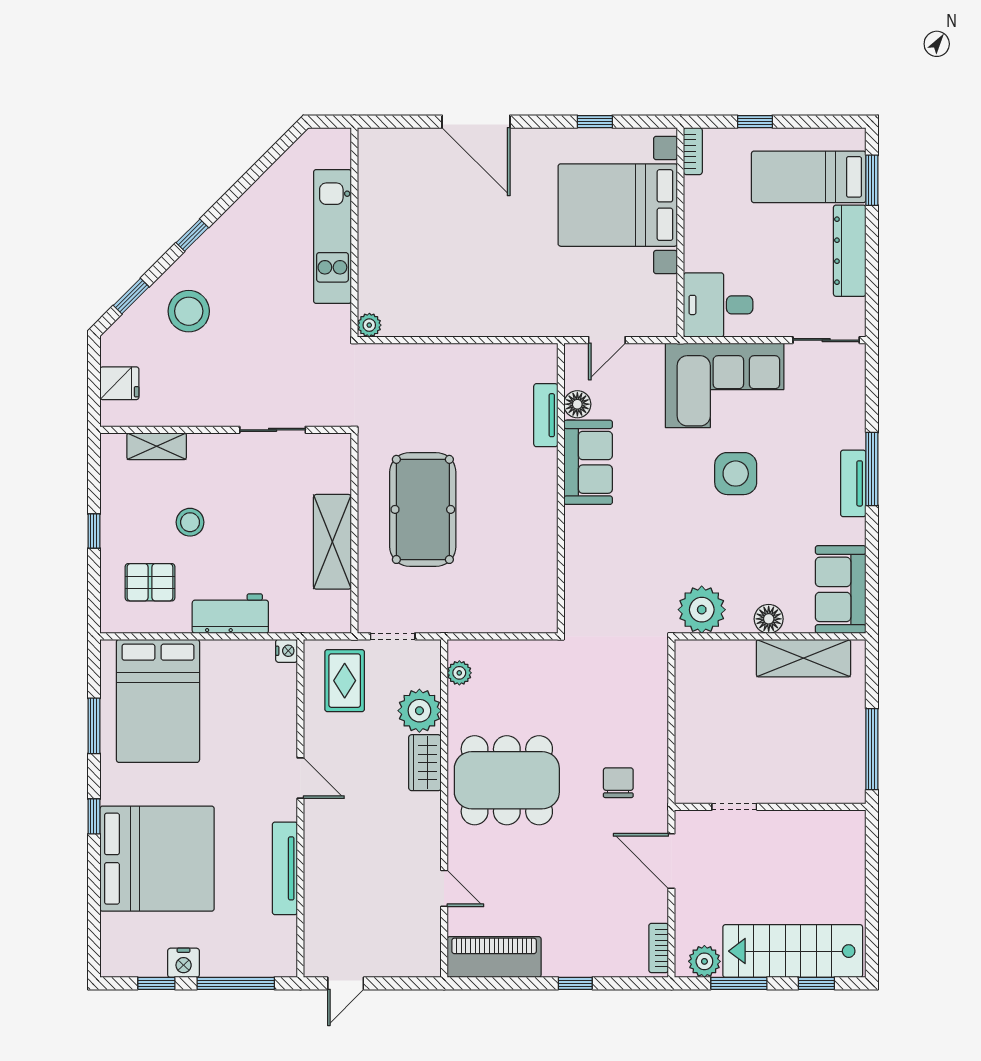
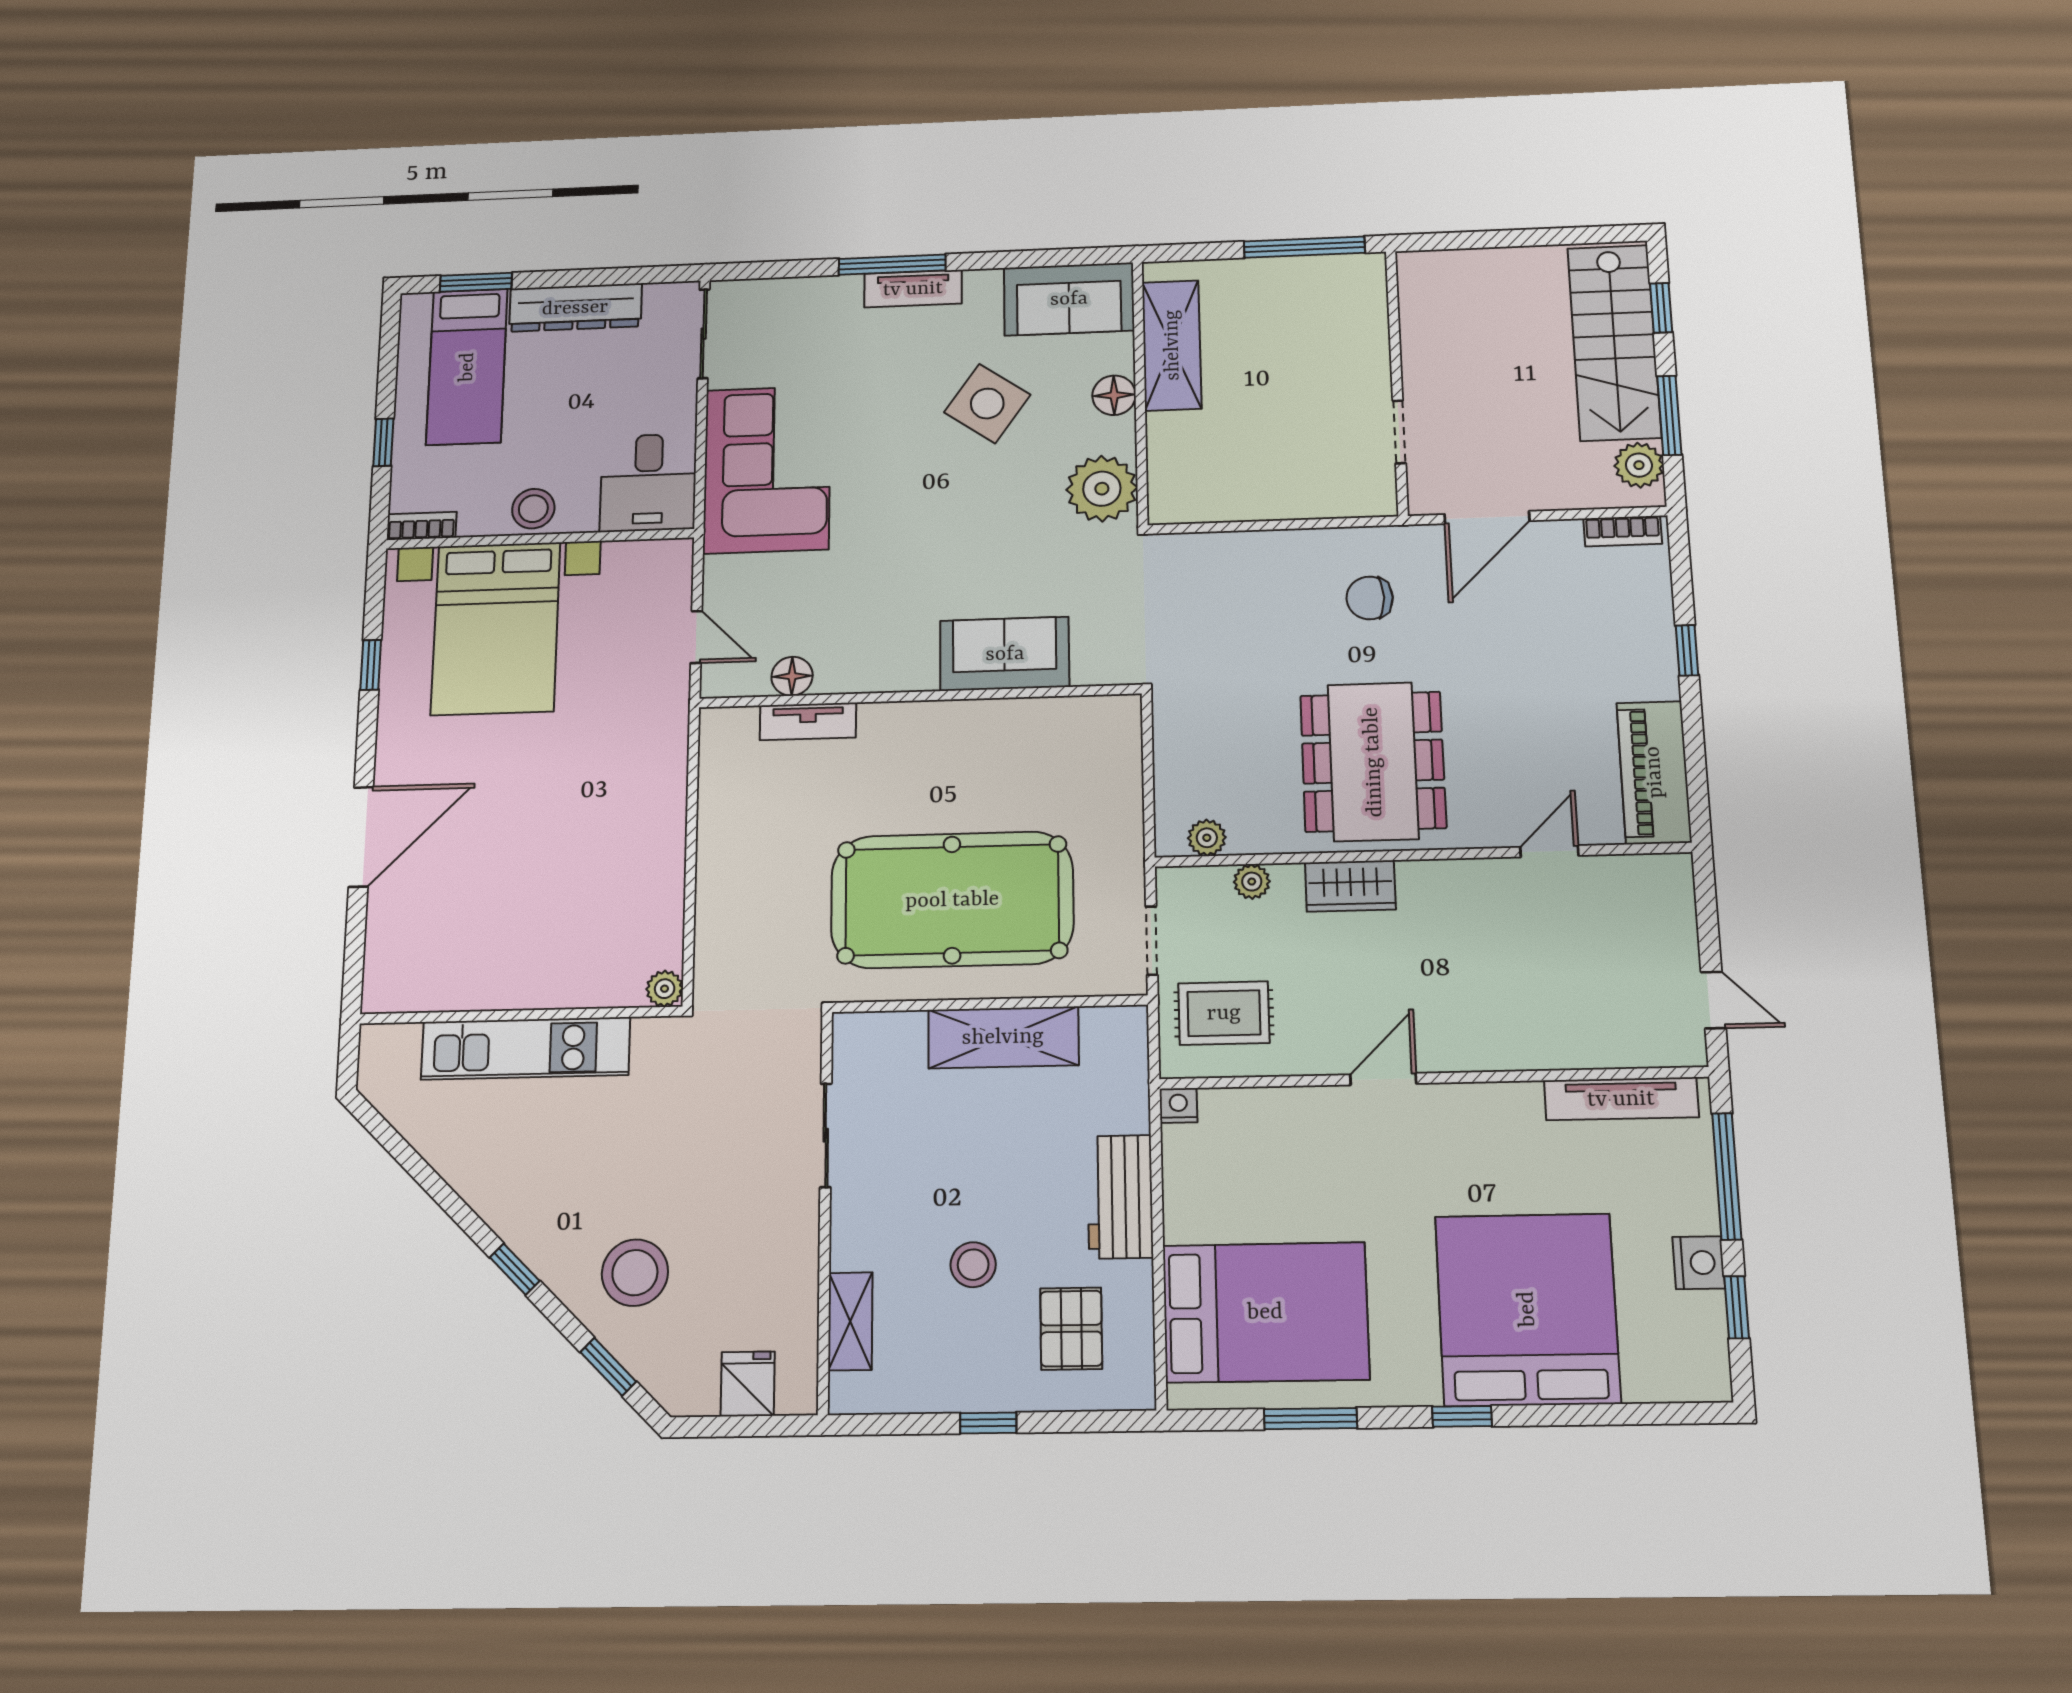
stool: (702, 227) -> (533, 509), added
sofa: (588, 462) -> (1005, 654), moved
side table: (736, 474) -> (987, 403), moved, turned 35
pool table: (423, 509) -> (952, 900), width x1.36, depth x1.32
plant: (419, 711) -> (1252, 882), width x0.53, depth x0.53
tv unit: (285, 868) -> (1621, 1099), moved

